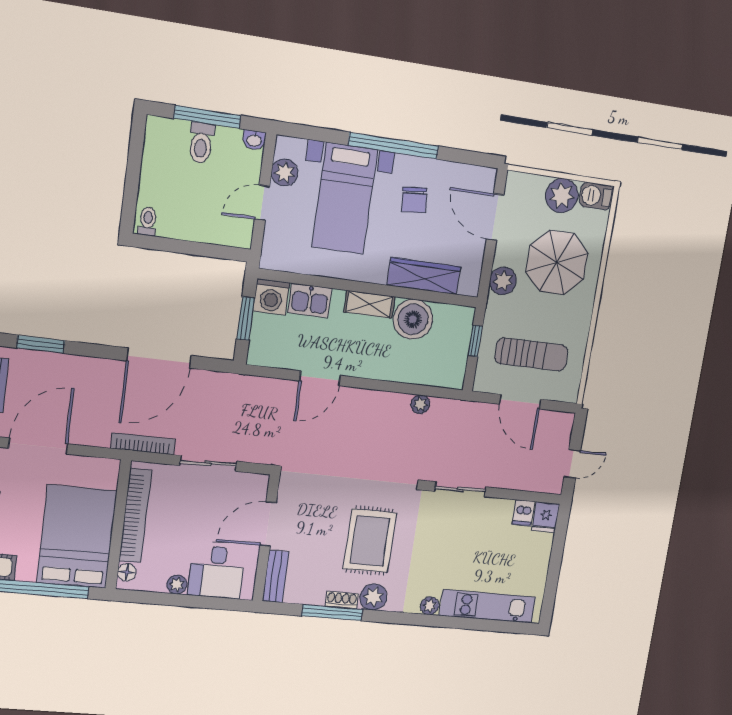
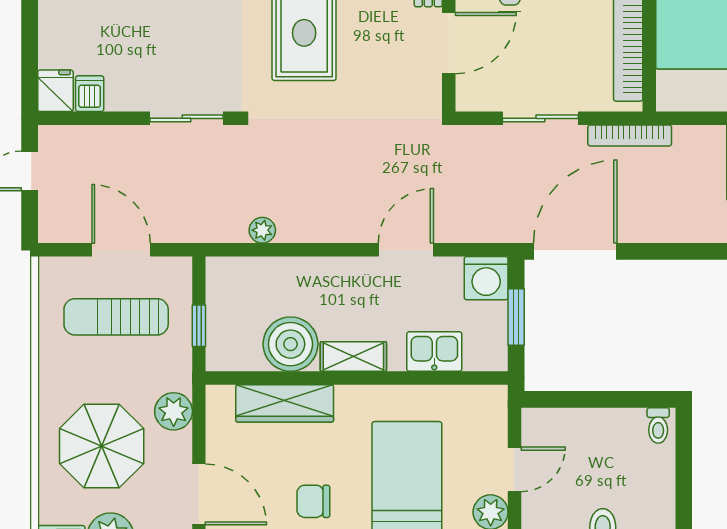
chair: (414, 200) -> (313, 501), turned -85
washing machine: (271, 297) -> (486, 278), moved, turned 180
door: (159, 358) -> (575, 251), moved

